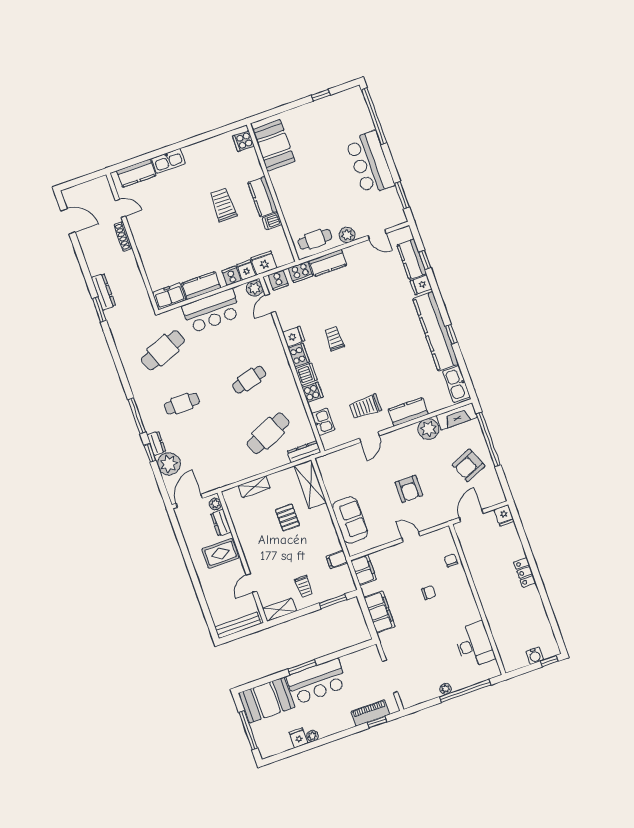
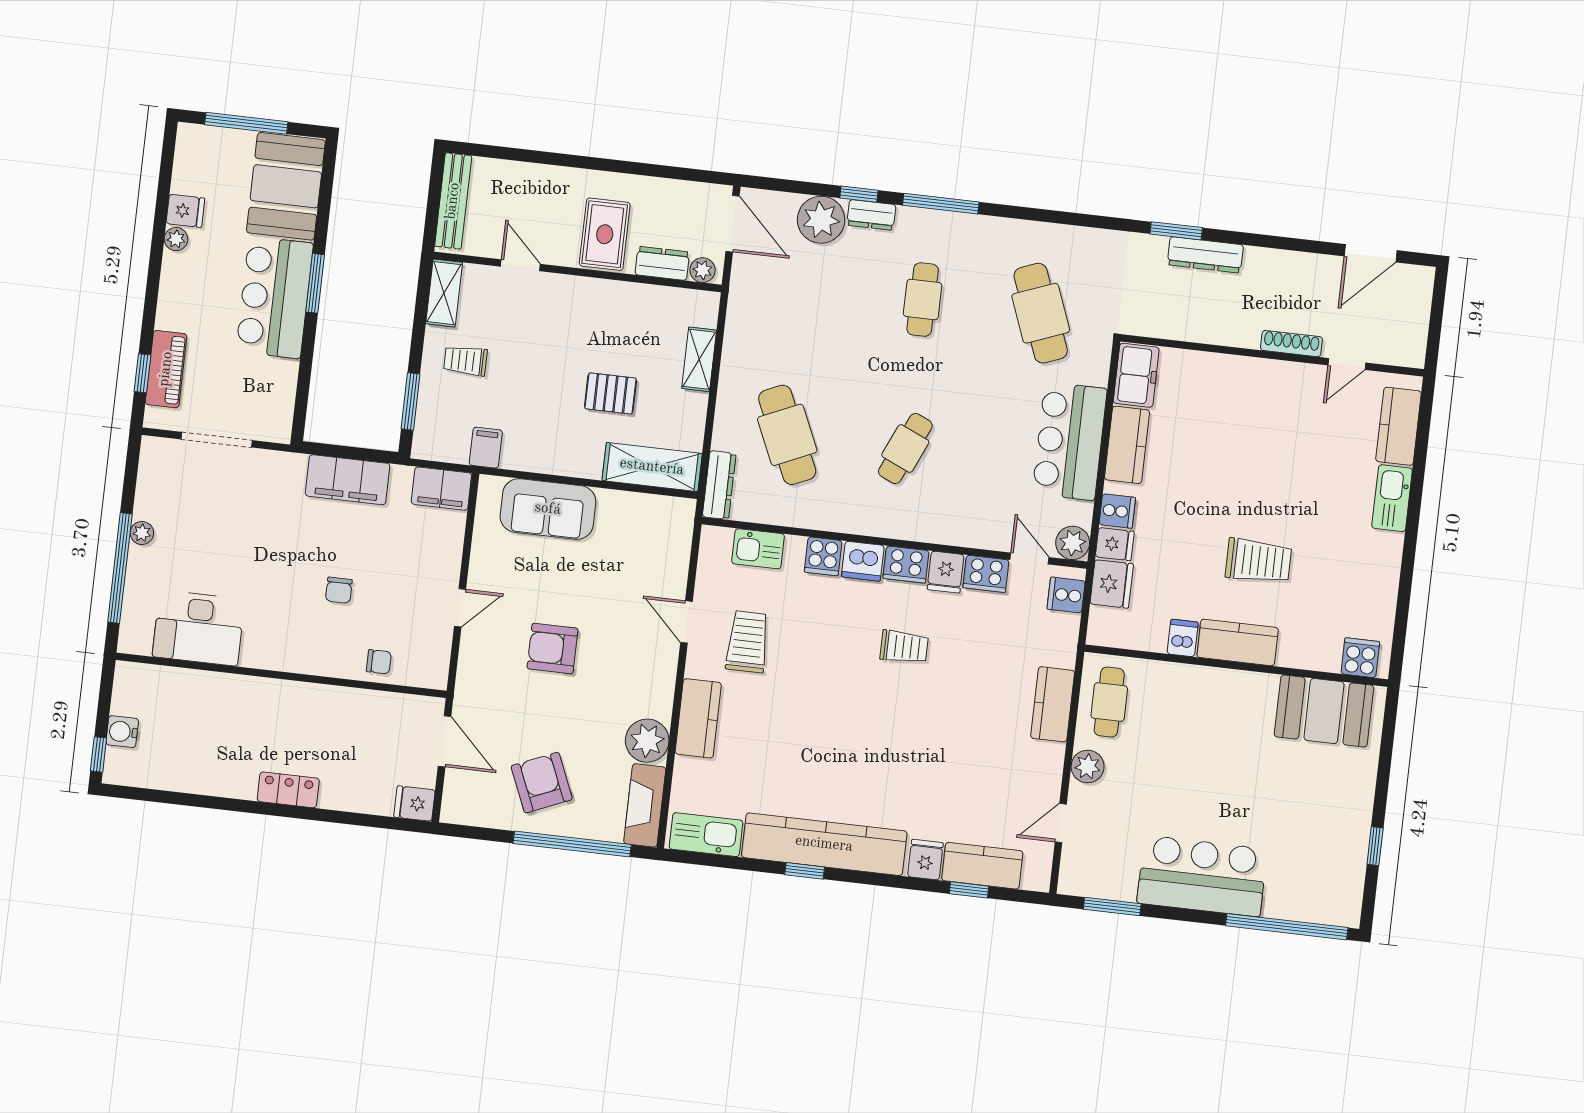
cooker: (301, 272) -> (986, 574), moved, turned -90
cafe table: (249, 380) -> (905, 449), turned 39

